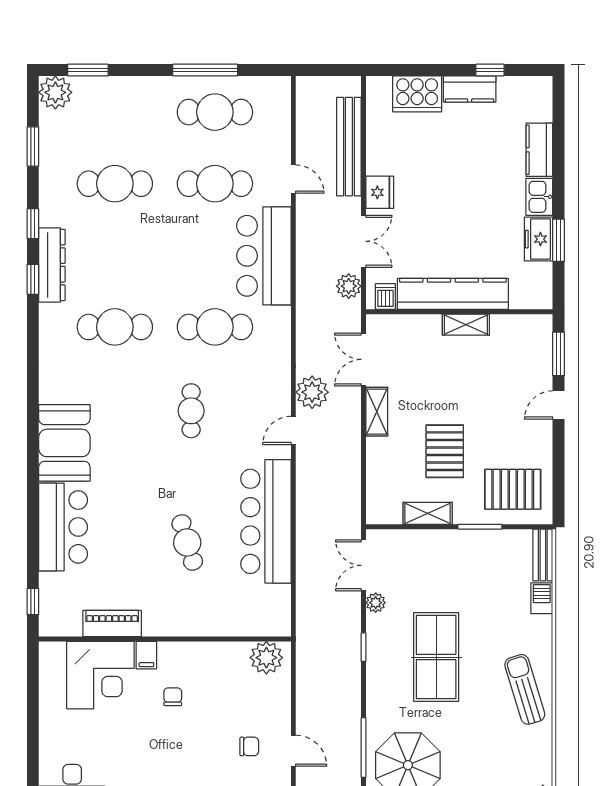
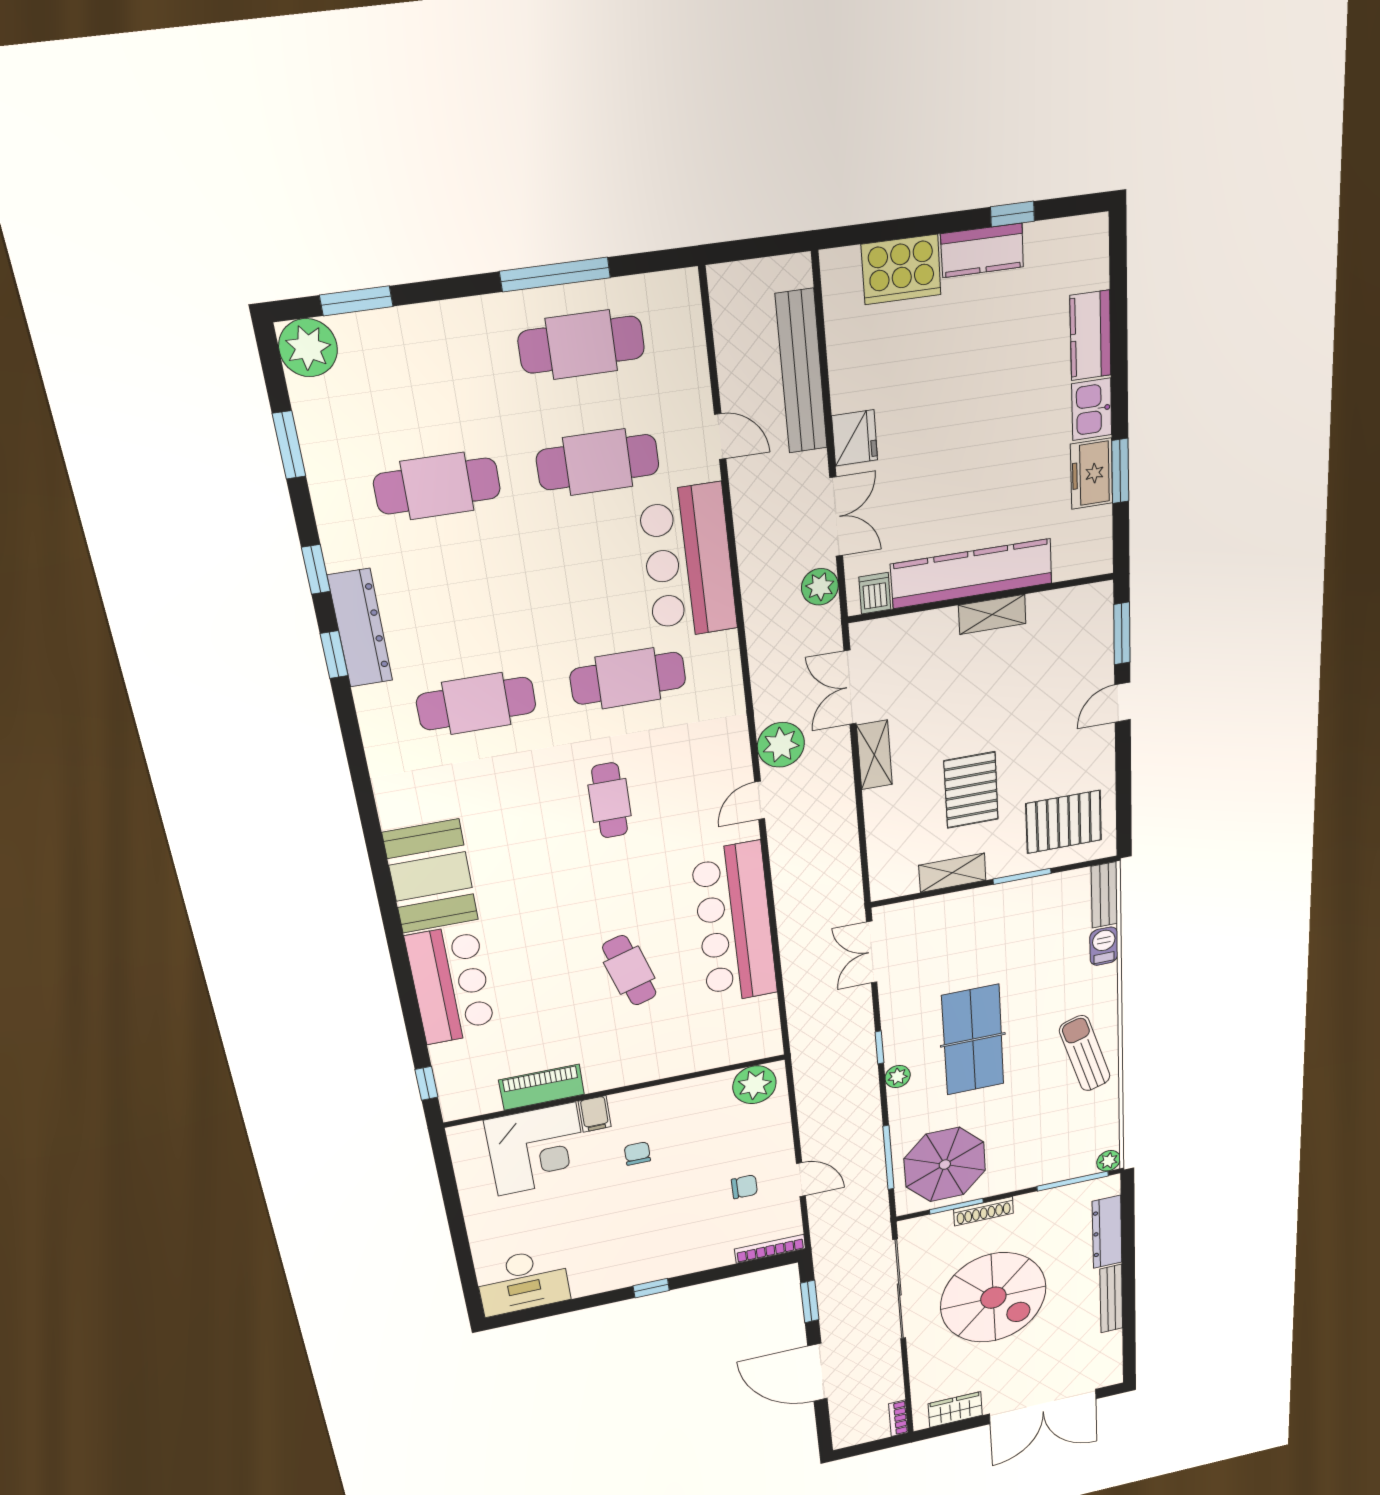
plant: (376, 603) -> (898, 1077), moved

